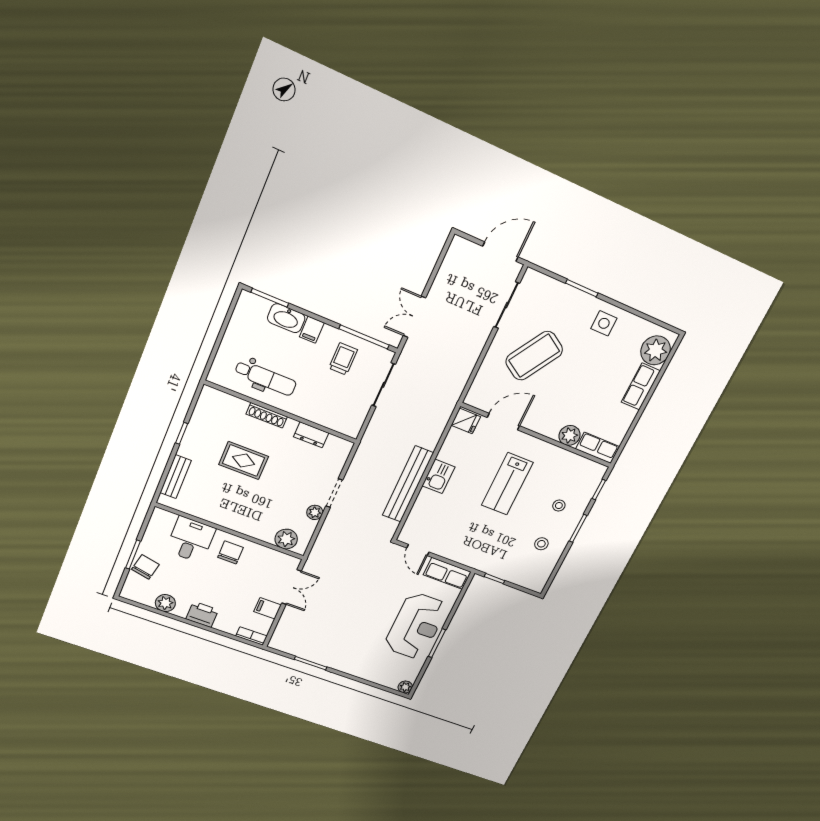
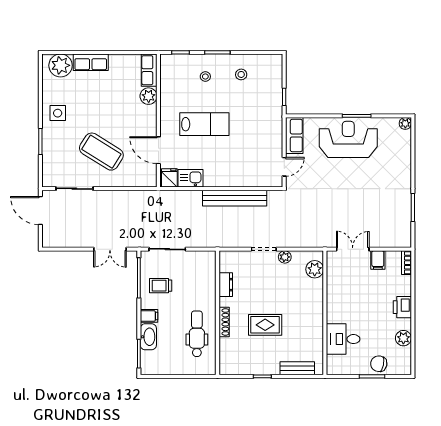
rug: (244, 461) -> (265, 325), turned 90
kitchen sink: (439, 476) -> (191, 178), moved
chair: (230, 552) -> (342, 306), removed

